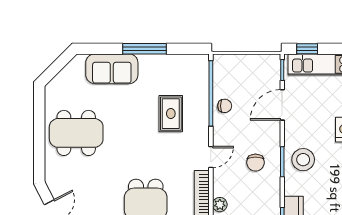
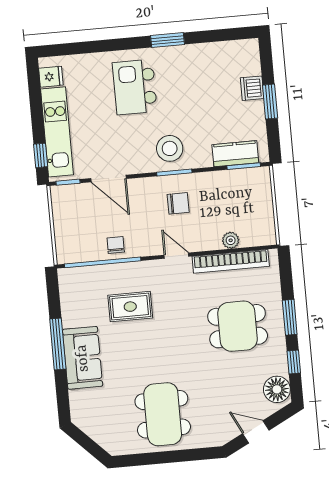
sofa: (112, 69) -> (83, 358), moved

